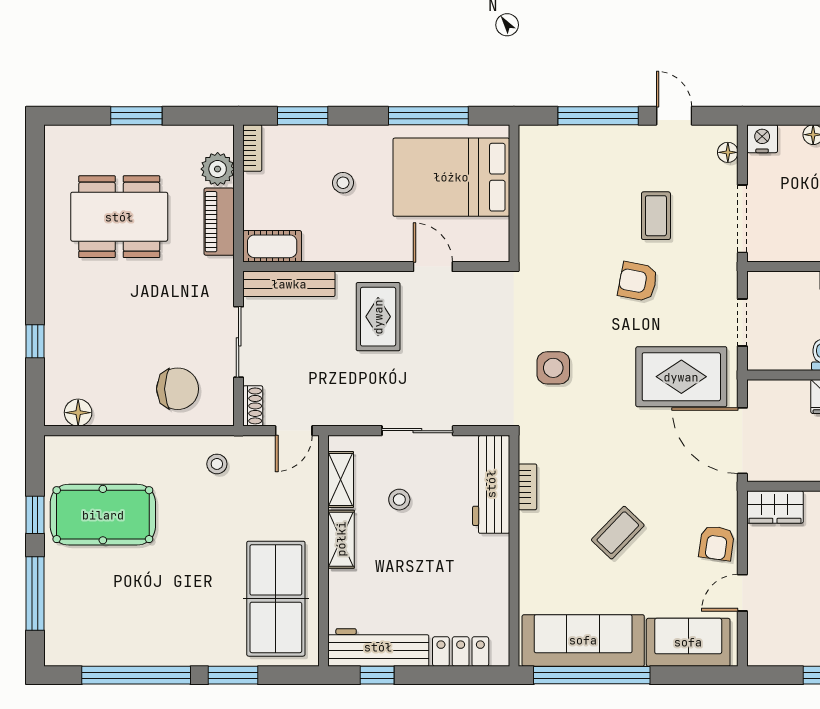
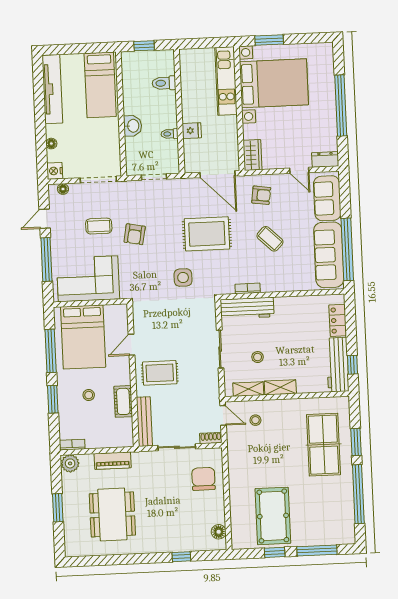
window: (303, 116) -> (53, 399), moved
plant: (218, 169) -> (70, 463), moved
corner sofa: (559, 191) -> (88, 279), added
cot: (272, 246) -> (123, 401), moved
rug: (681, 377) -> (207, 234), moved, turned 90
door: (742, 441) -> (218, 174), hinge flipped
stool: (217, 464) -> (255, 420), moved
armchair: (717, 543) -> (261, 195), moved
table tennis table: (276, 599) -> (324, 445), moved, turned 90
dresser: (761, 642) -> (325, 159), added

